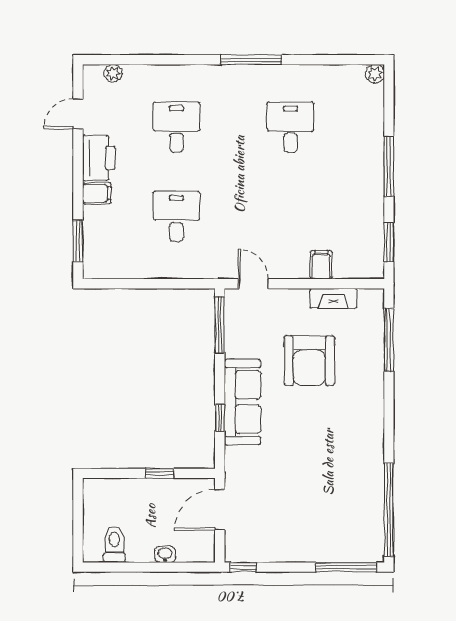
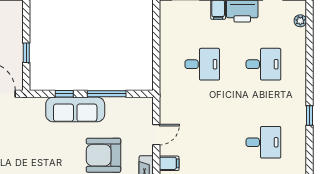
window: (251, 60) -> (310, 115), width x0.46
door: (253, 284) -> (156, 135), moved
window: (220, 325) -> (107, 94), moved

